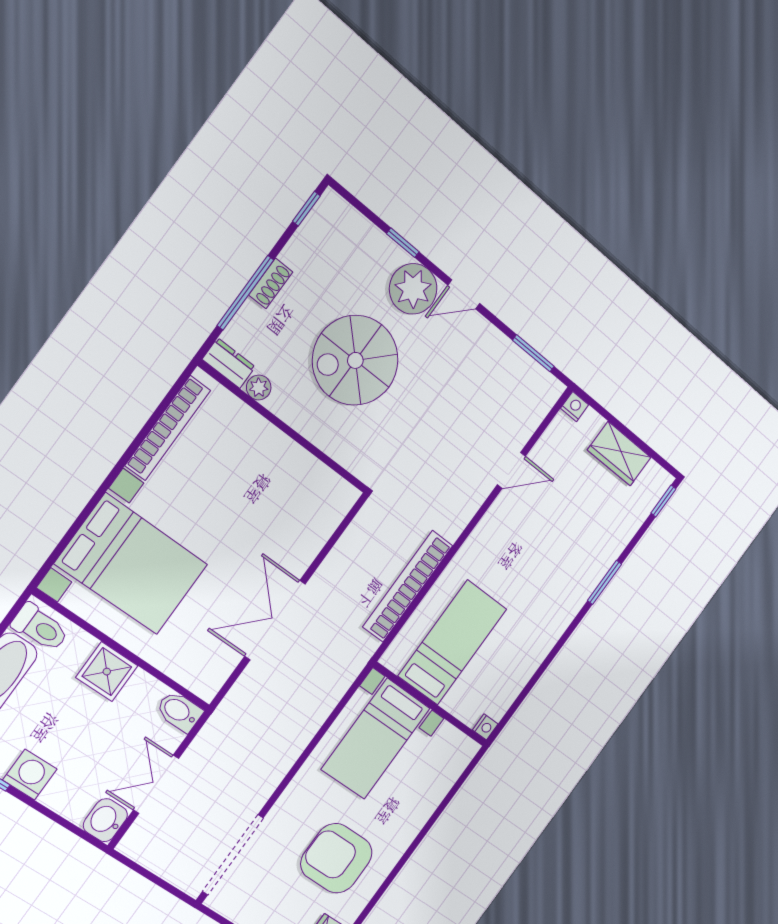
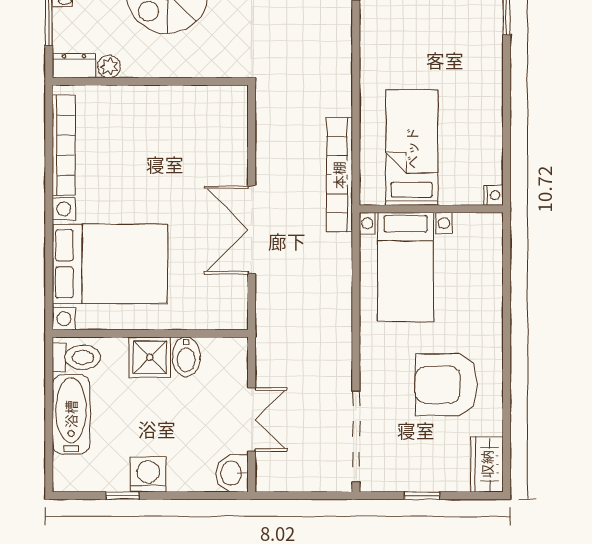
bookcase: (408, 586) -> (339, 175), moved
bidet: (179, 711) -> (186, 357), moved, turned -90
double door: (156, 784) -> (252, 420), swing flipped

